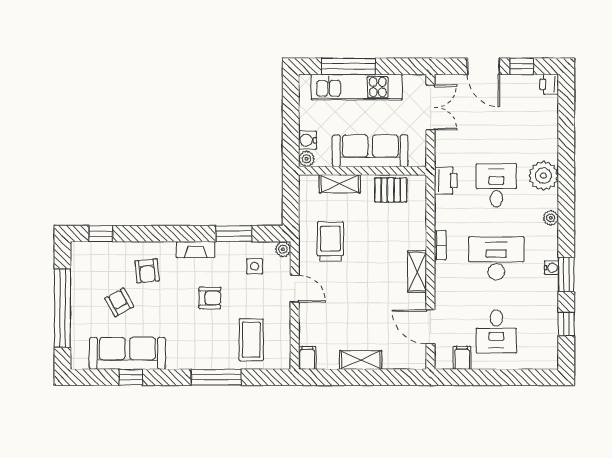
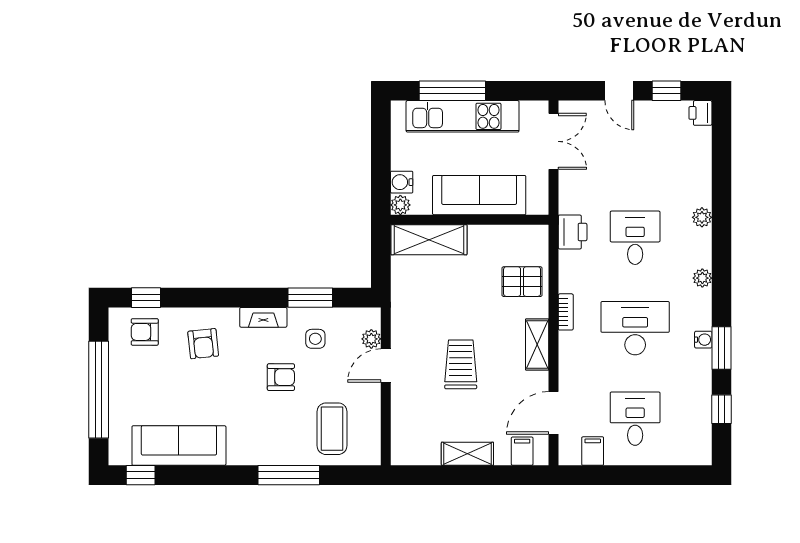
door: (484, 66) -> (619, 91), width x0.73
plant: (543, 176) -> (702, 217), width x0.53, depth x0.53
shelving: (340, 184) -> (429, 240), width x1.50, depth x1.33
pallet: (391, 190) -> (522, 282), moved
trolley: (330, 241) -> (461, 364), moved
plant: (283, 249) -> (371, 339), moved
side table: (255, 266) -> (315, 339), moved
door: (295, 289) -> (386, 366), swing flipped
armchair: (119, 302) -> (145, 332), moved, turned -61
door: (430, 327) -> (554, 413), hinge flipped
desk: (496, 332) -> (635, 419), turned 180
filing cabinet: (307, 358) -> (522, 451), moved
window: (131, 377) -> (141, 475), moved

